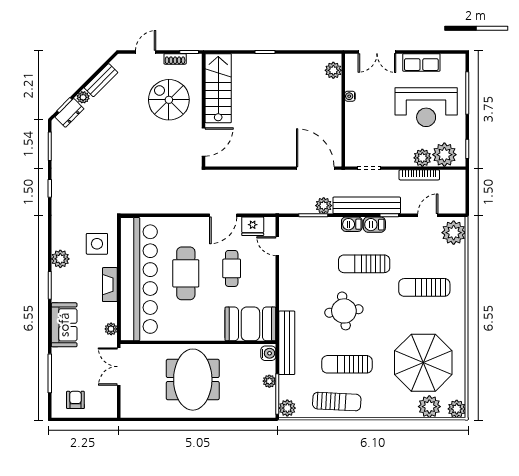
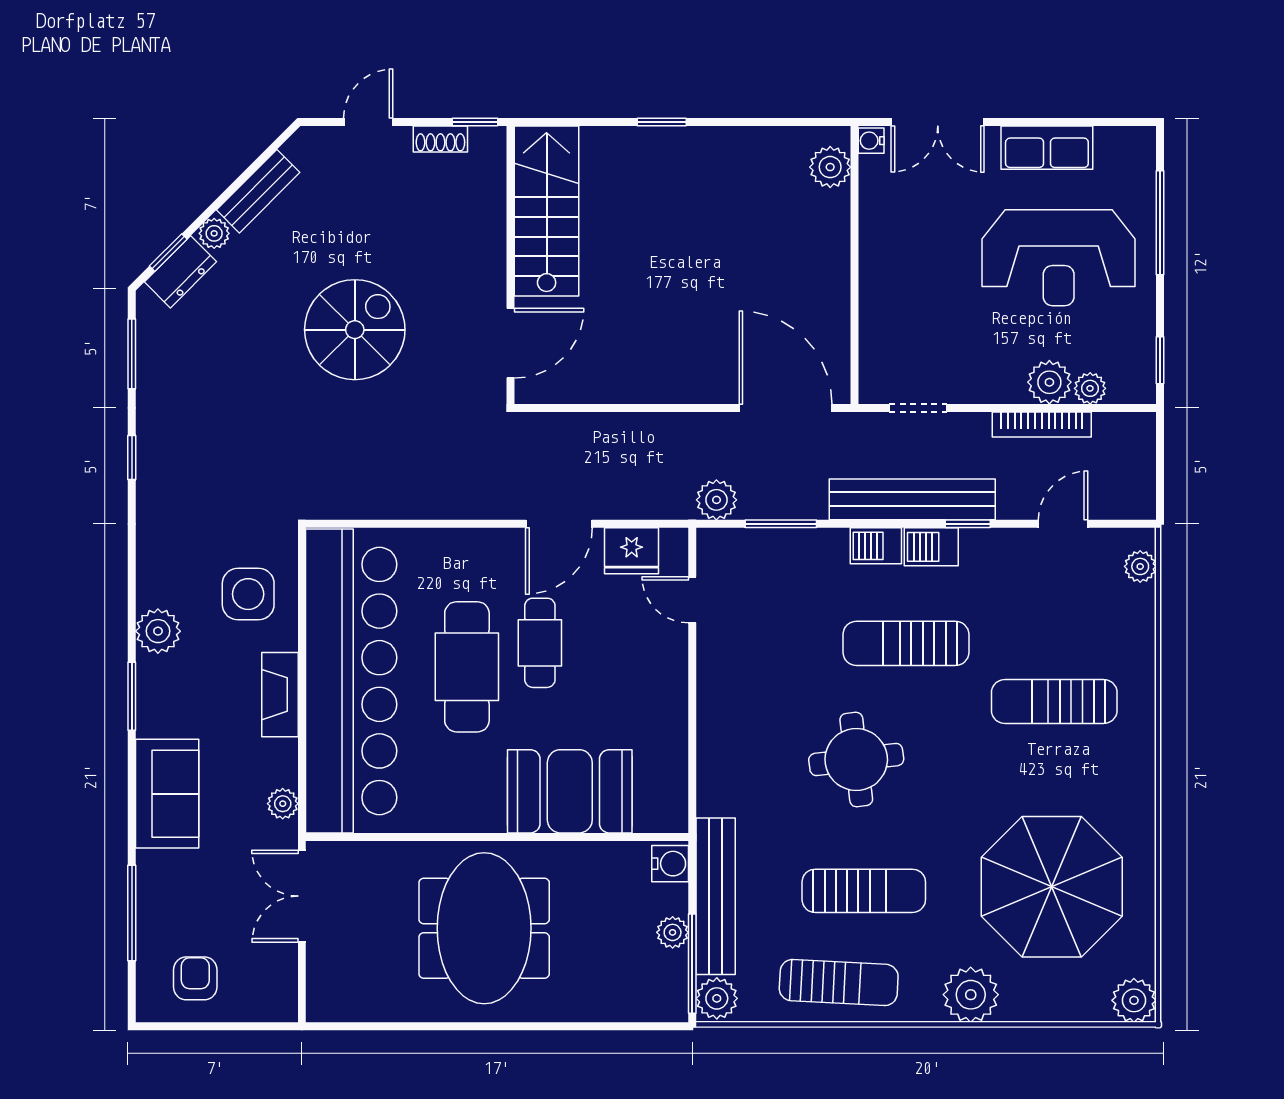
water cooler: (350, 96) -> (871, 141), moved
spiral stairs: (169, 100) -> (355, 330), moved, turned 90
plant: (444, 155) -> (1090, 388), width x0.53, depth x0.53
plant: (324, 206) -> (716, 500), moved
plant: (454, 233) -> (1140, 566), width x0.53, depth x0.53
cafe table: (232, 268) -> (540, 643), moved
booth: (250, 324) -> (570, 791), moved
bench: (287, 343) -> (716, 896), moved
sun lounger: (347, 364) -> (864, 891), turned 180
plant: (429, 407) -> (971, 995), moved

